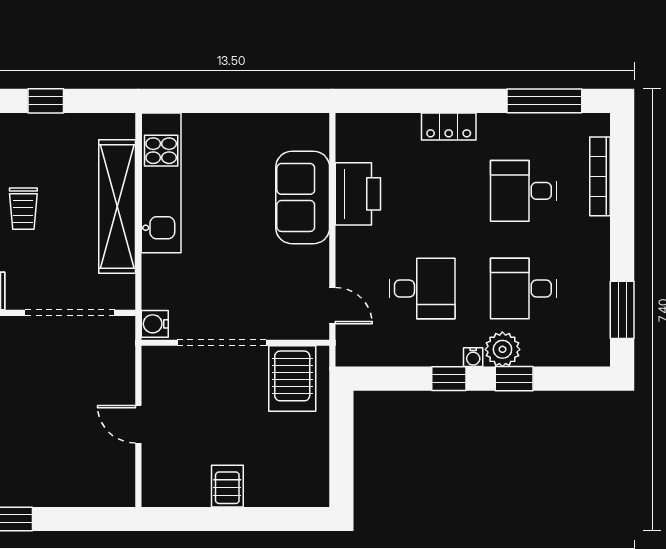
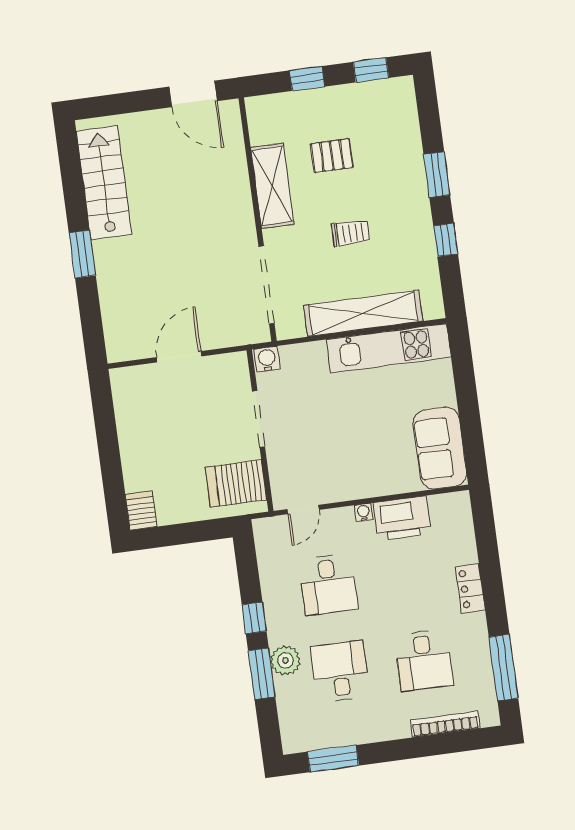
desk: (524, 191) -> (424, 660), turned 180
sofa: (303, 197) -> (440, 448), moved, turned -90
trolley: (23, 209) -> (351, 233), turned 180
doorway: (222, 343) -> (258, 419), width x0.73
water cooler: (473, 357) -> (364, 512), moved, turned 90
window: (514, 379) -> (262, 674), width x1.50
door: (138, 424) -> (179, 357), width x1.38
server rack: (227, 486) -> (141, 511), moved, turned -90

